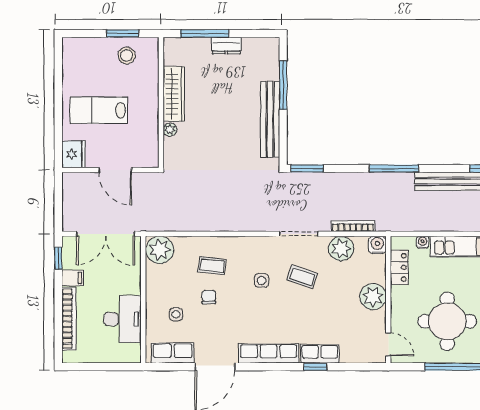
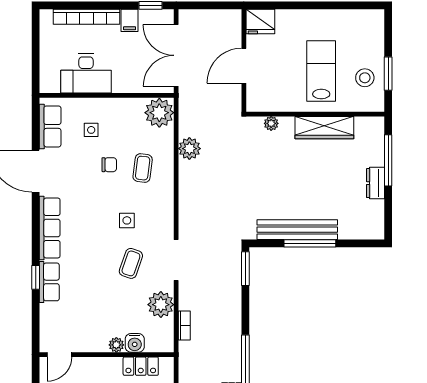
window: (283, 85) -> (310, 243), moved
lab bench: (99, 110) -> (321, 71), moved
plant: (170, 130) -> (271, 123), moved
plant: (194, 221) -> (189, 149), added
bookcase: (353, 226) -> (184, 325), width x0.64
water cooler: (377, 245) -> (135, 343), moved, turned 90
plant: (373, 297) -> (116, 345), width x0.53, depth x0.53

